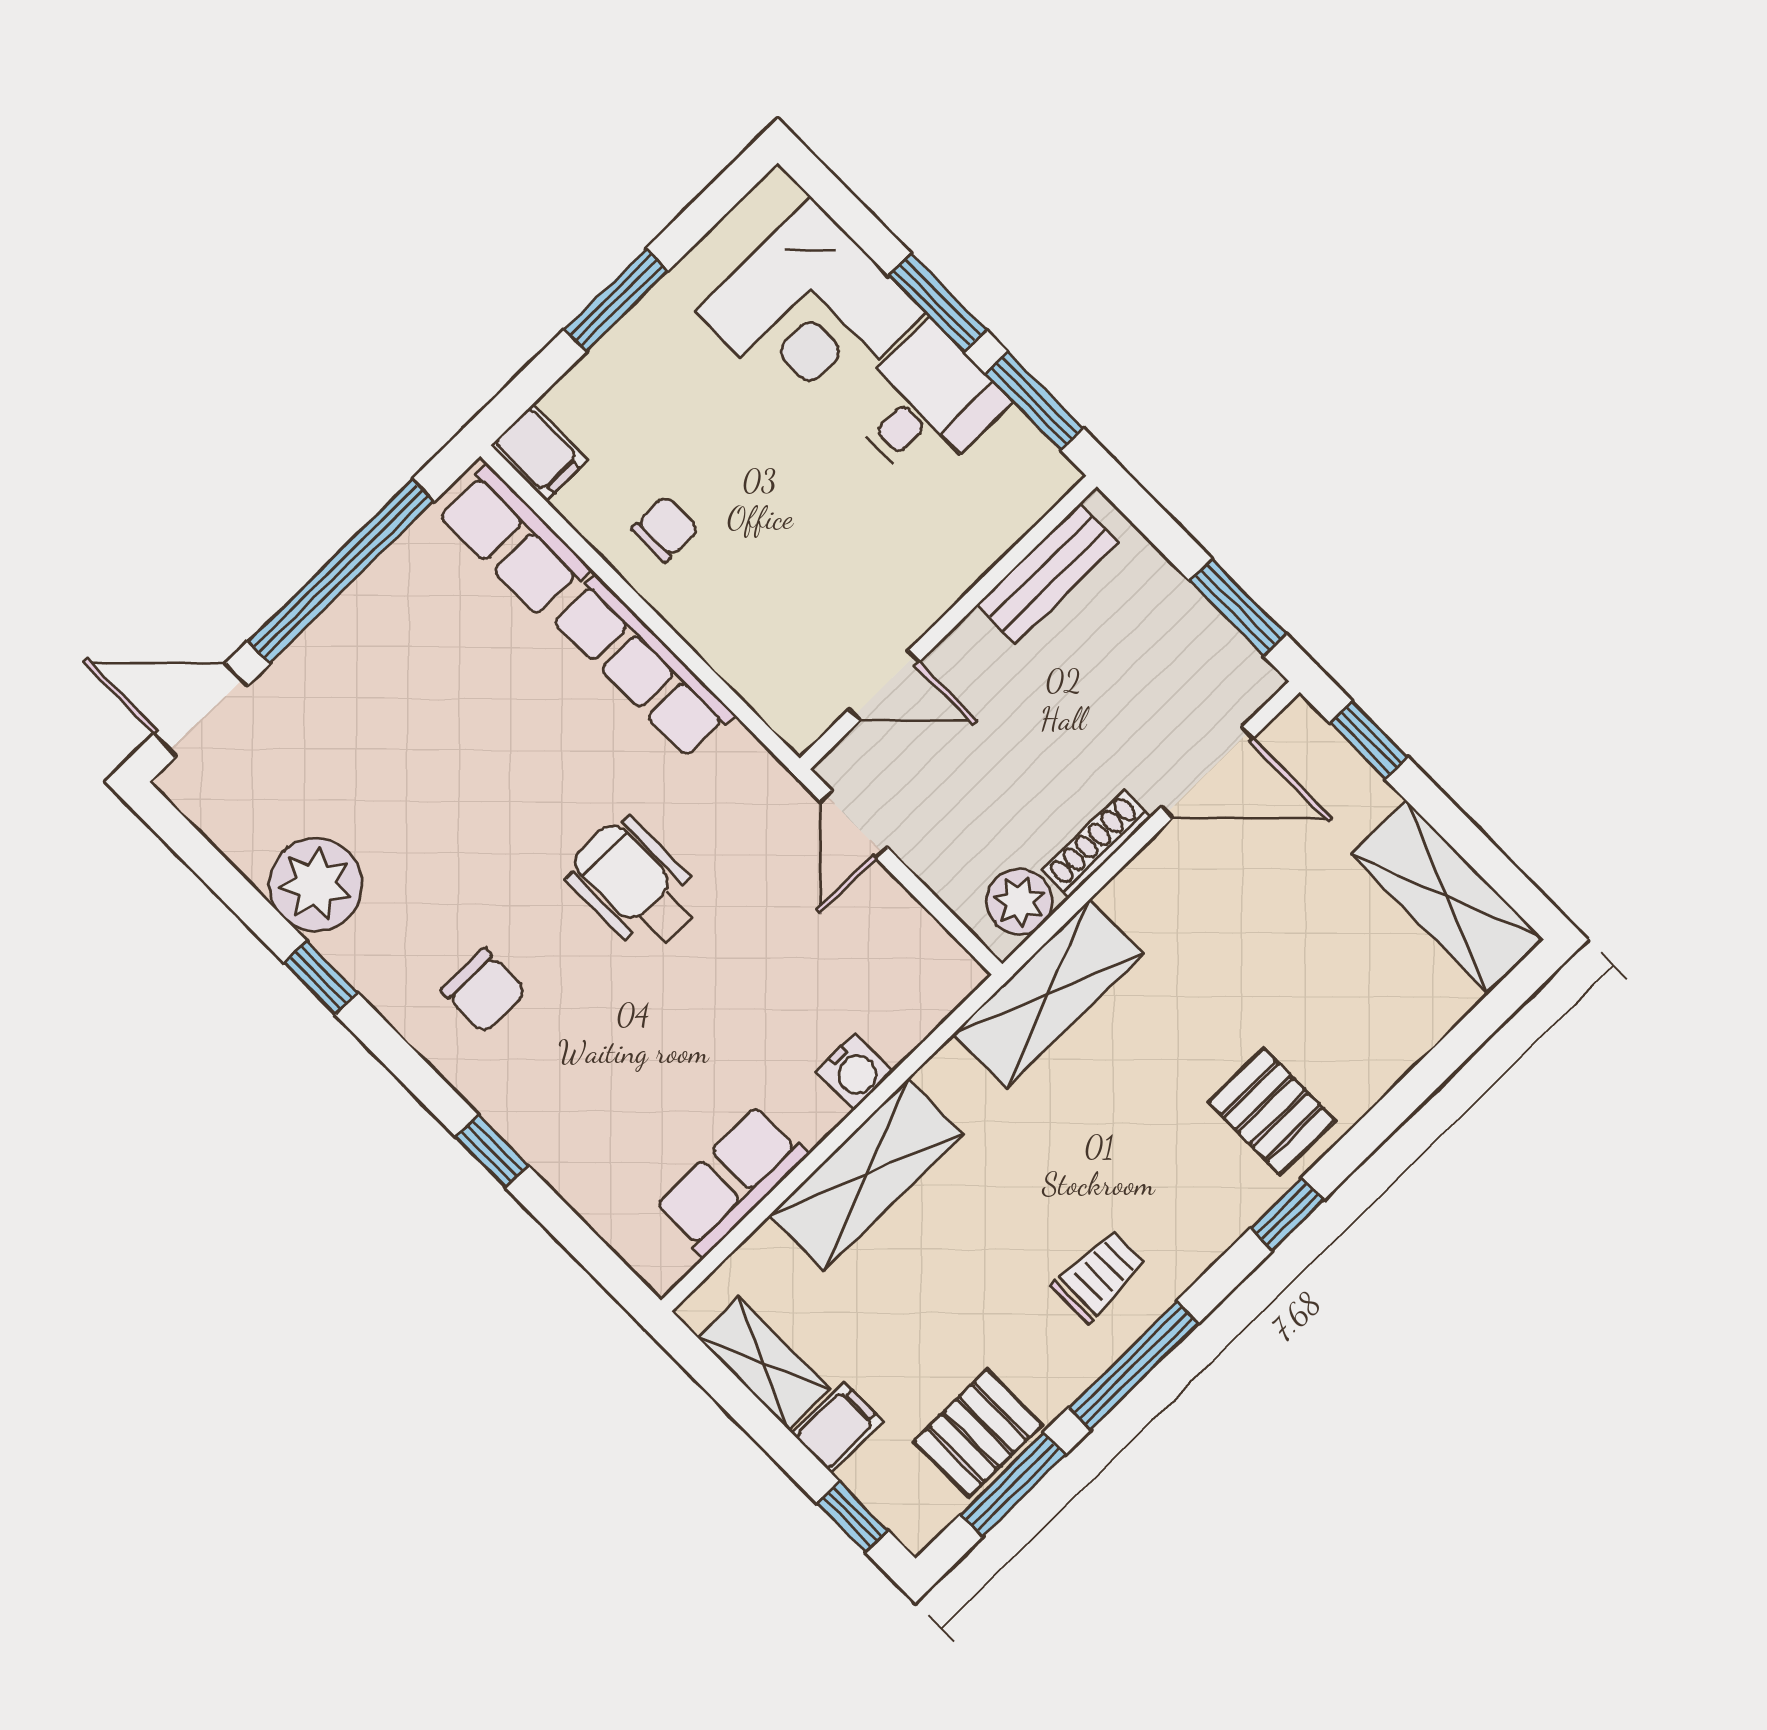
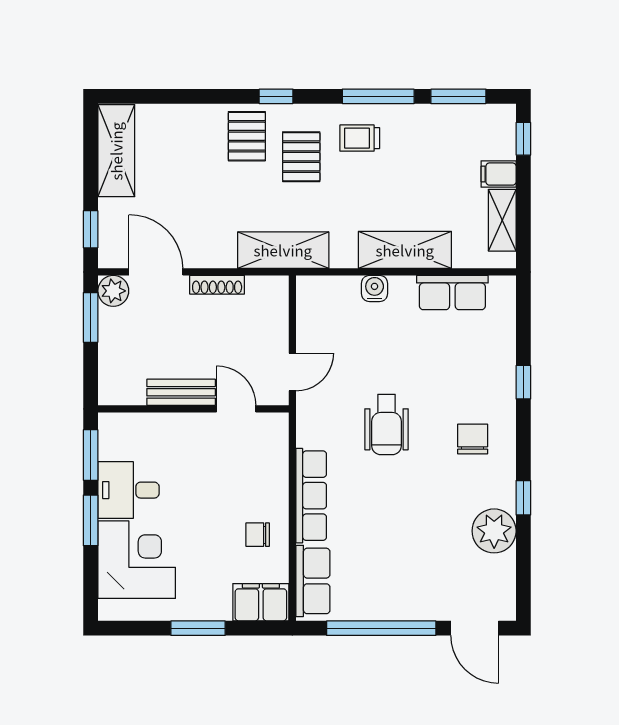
filing cabinet: (539, 453) -> (261, 602), width x2.00
bench: (1047, 574) -> (181, 392), moved
plant: (1019, 902) -> (113, 291), moved
pallet: (978, 1433) -> (301, 157), moved, turned 90

